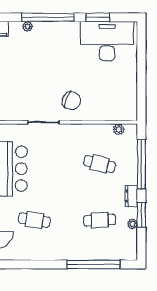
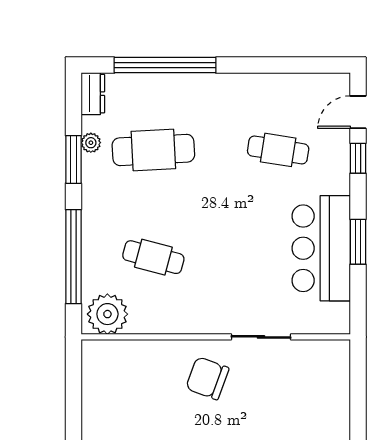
plant: (119, 129) -> (107, 314), width x1.87, depth x1.87
dresser: (131, 196) -> (93, 94), moved
cafe table: (100, 220) -> (153, 150), width x1.37, depth x1.35

